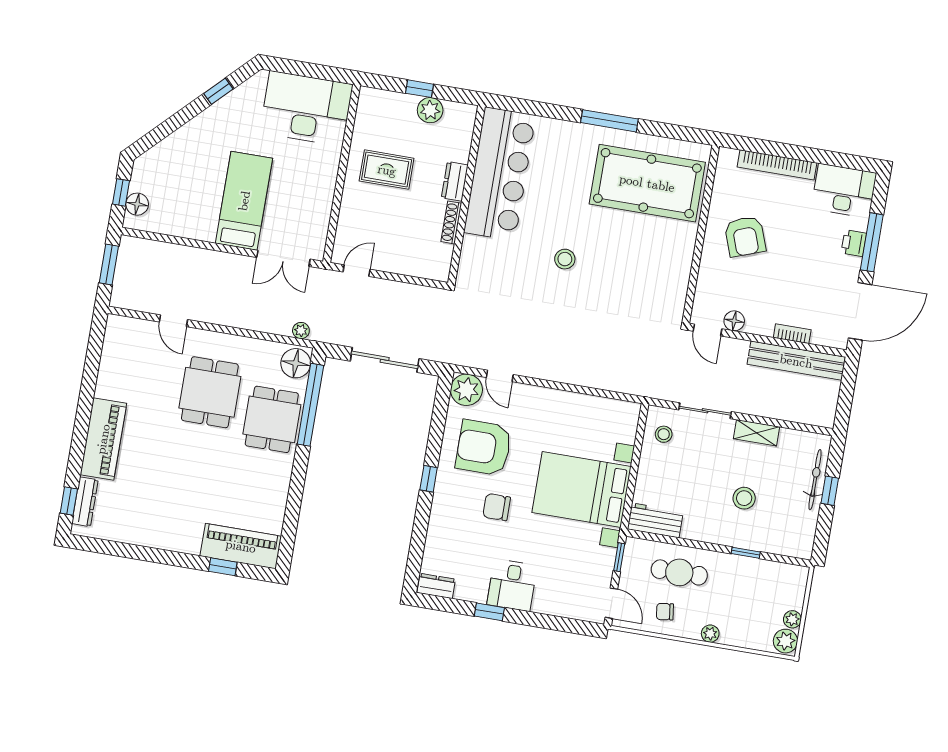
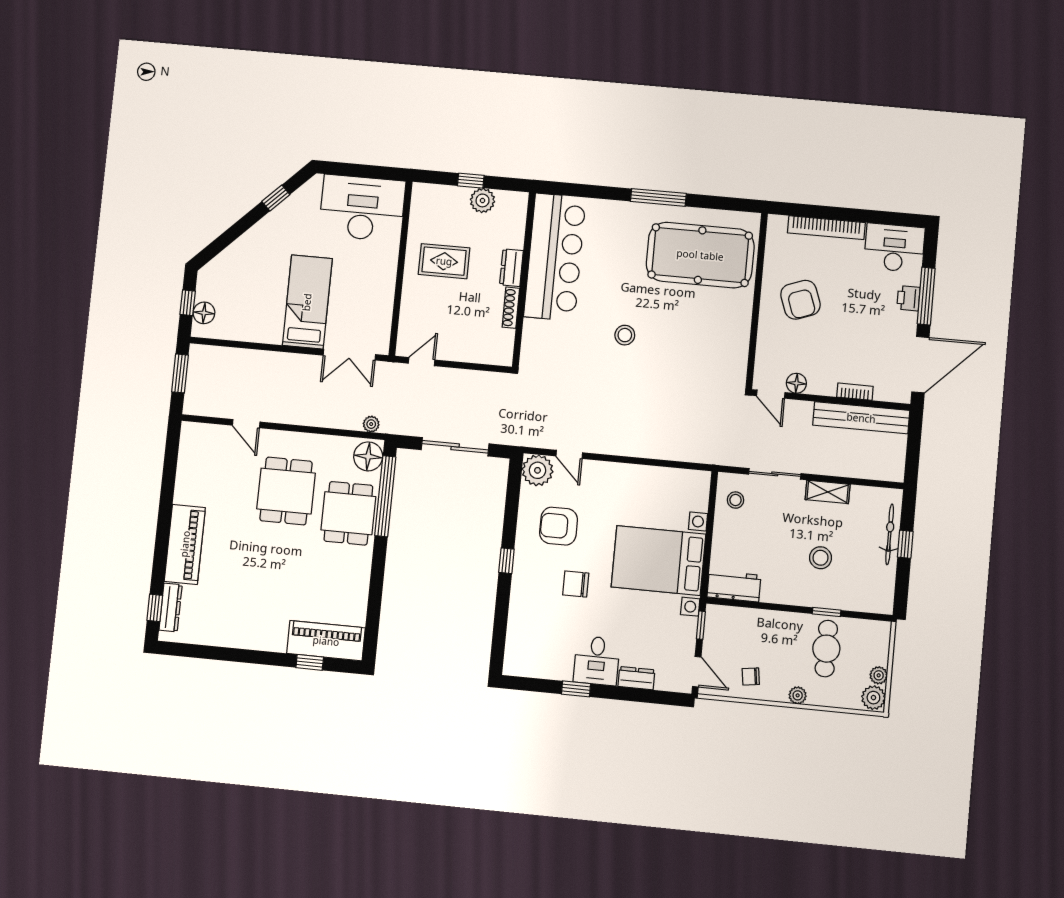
armchair: (484, 448) -> (559, 526), width x0.73, depth x0.73
cafe table: (679, 572) -> (826, 649), moved, turned 90
dresser: (436, 586) -> (636, 678), moved

